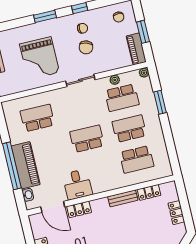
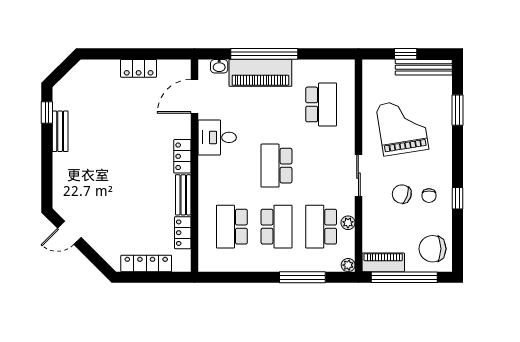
window: (45, 16) -> (458, 110), moved
chair: (119, 17) -> (433, 249), width x1.87, depth x1.87
window: (143, 32) -> (404, 277), width x2.11
grand piano: (39, 58) -> (402, 127), turned 81
window: (160, 102) -> (302, 277), width x1.44
school desk: (87, 139) -> (277, 166), turned 180
locker: (79, 209) -> (182, 156), moved
locker: (176, 213) -> (146, 263), width x1.53

